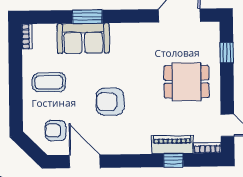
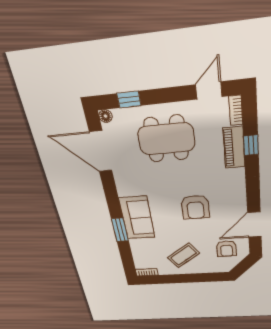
floor lamp: (213, 28) -> (106, 116), added
sofa: (83, 38) -> (137, 218), moved
coffee table: (49, 82) -> (183, 255), turned 55
dining table: (186, 82) -> (166, 139), width x1.37

